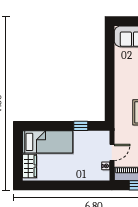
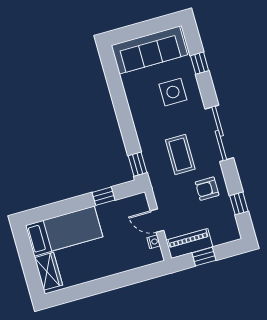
window: (110, 111) -> (138, 164), added
door: (112, 152) -> (157, 221), swing flipped

